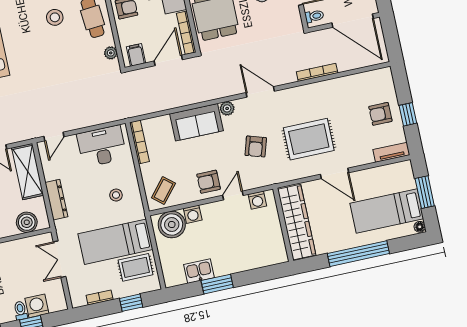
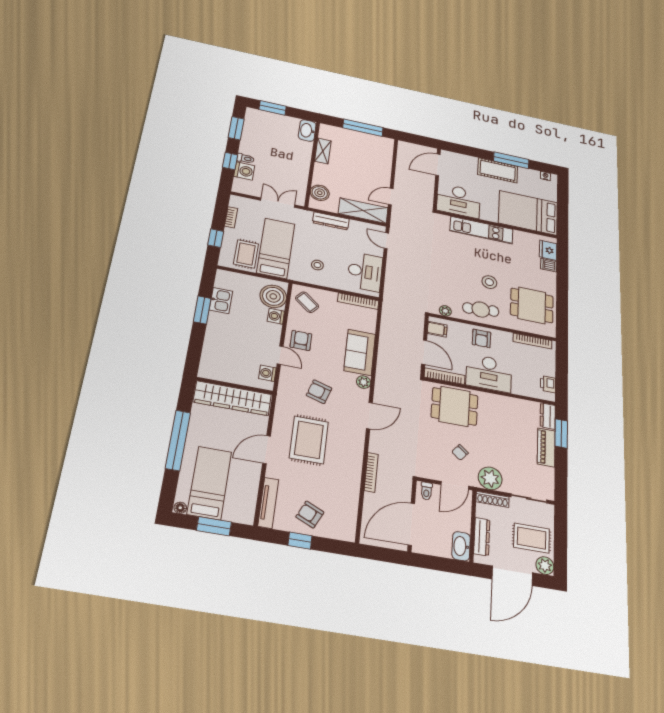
armchair: (380, 114) -> (310, 514), turned -65
tv unit: (391, 152) -> (268, 503), width x1.41

